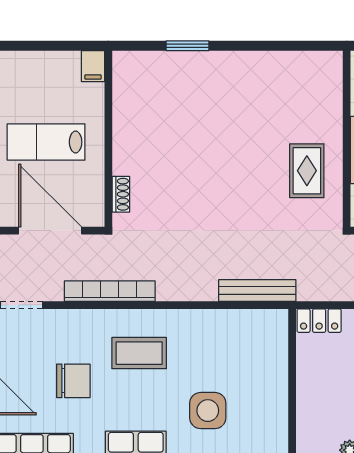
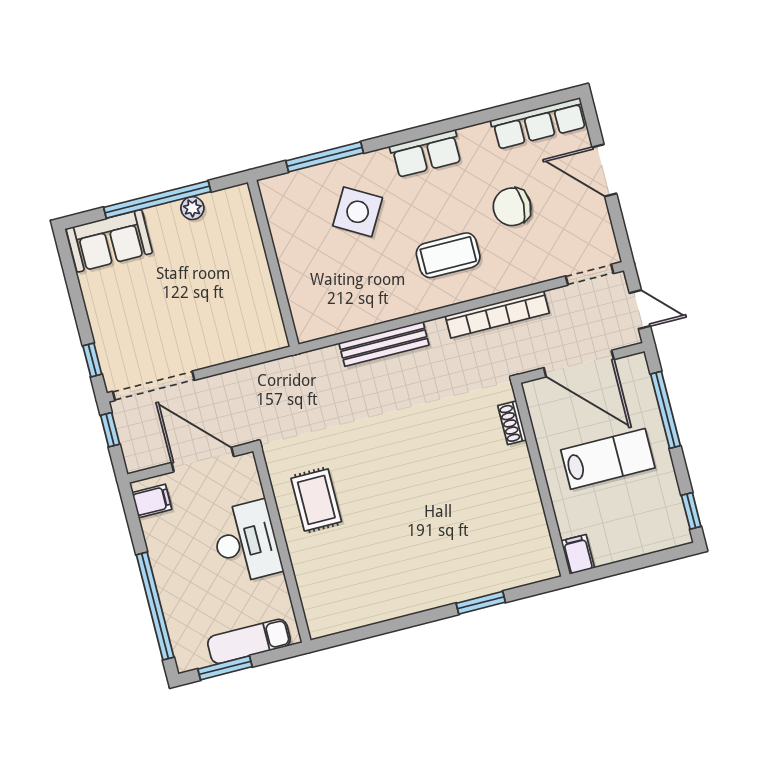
bench: (257, 291) -> (384, 344), moved
locker: (319, 321) -> (261, 340), removed
side table: (208, 411) -> (358, 212), turned 30

